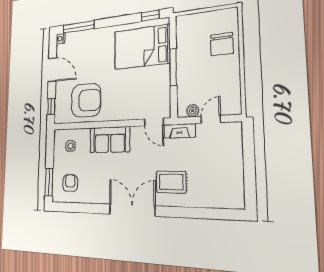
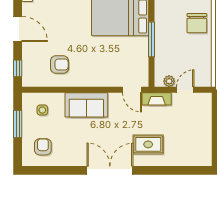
armchair: (86, 100) -> (59, 64), width x0.53, depth x0.53
window: (49, 182) -> (18, 124), moved

